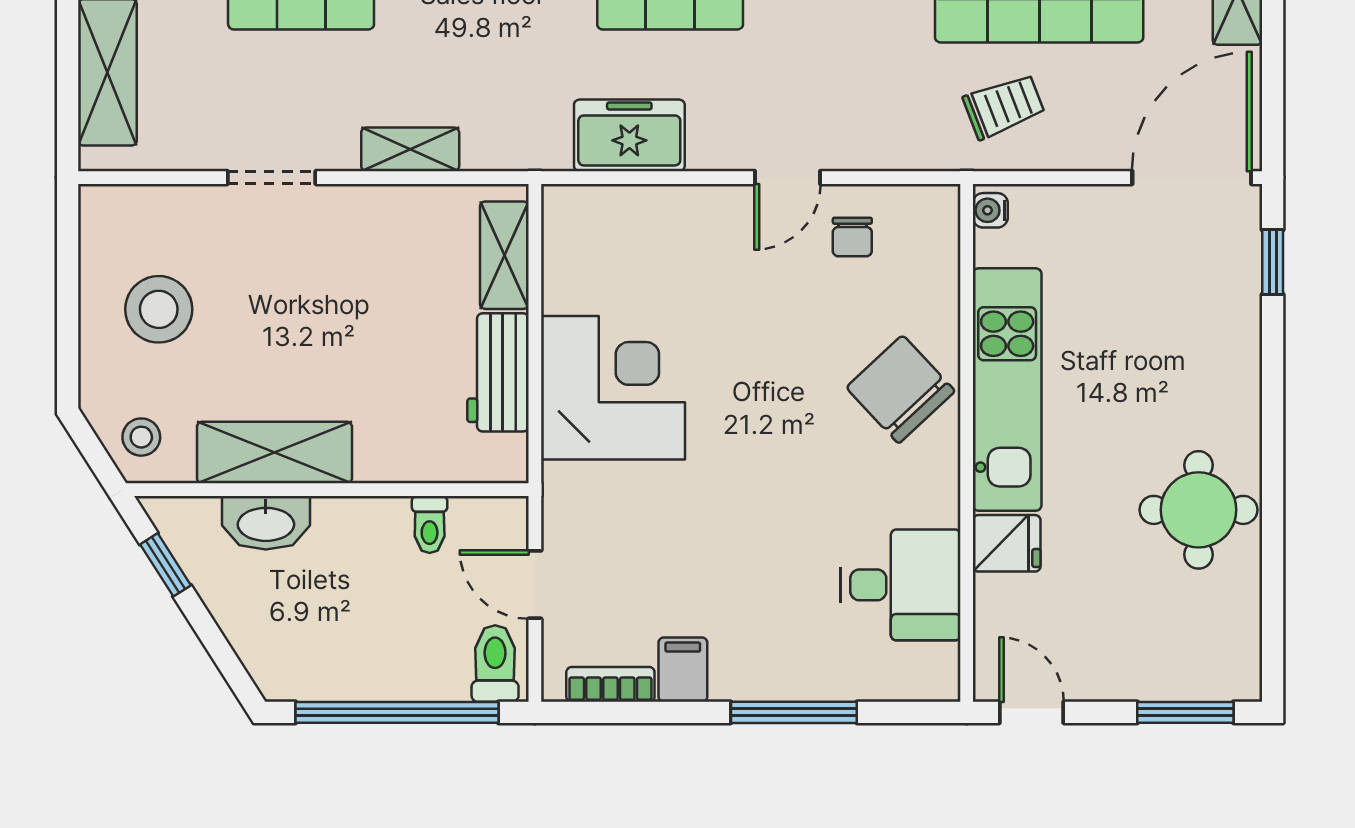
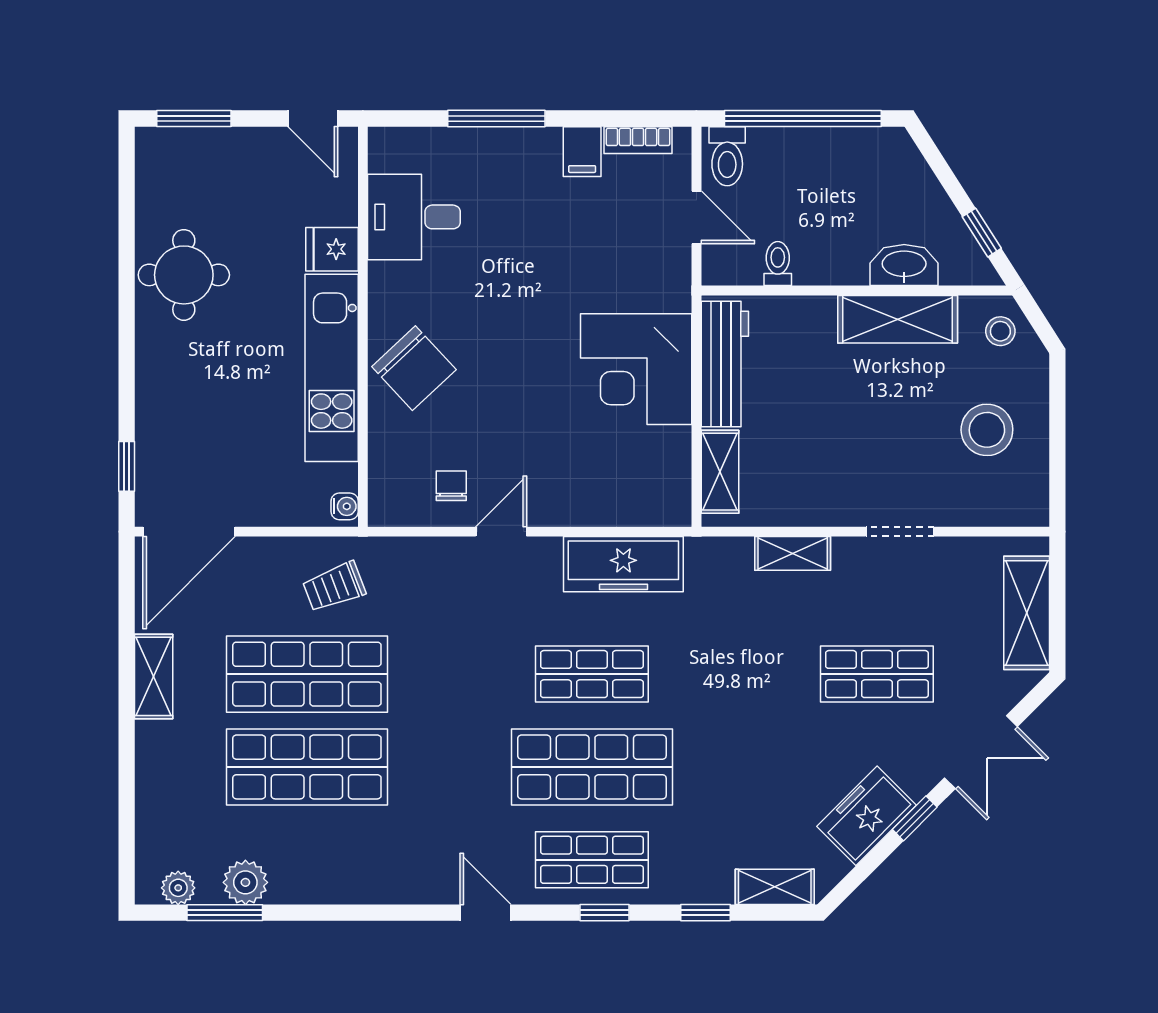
freezer: (629, 135) -> (623, 564), width x1.40
workbench: (498, 372) -> (725, 364), width x1.38

